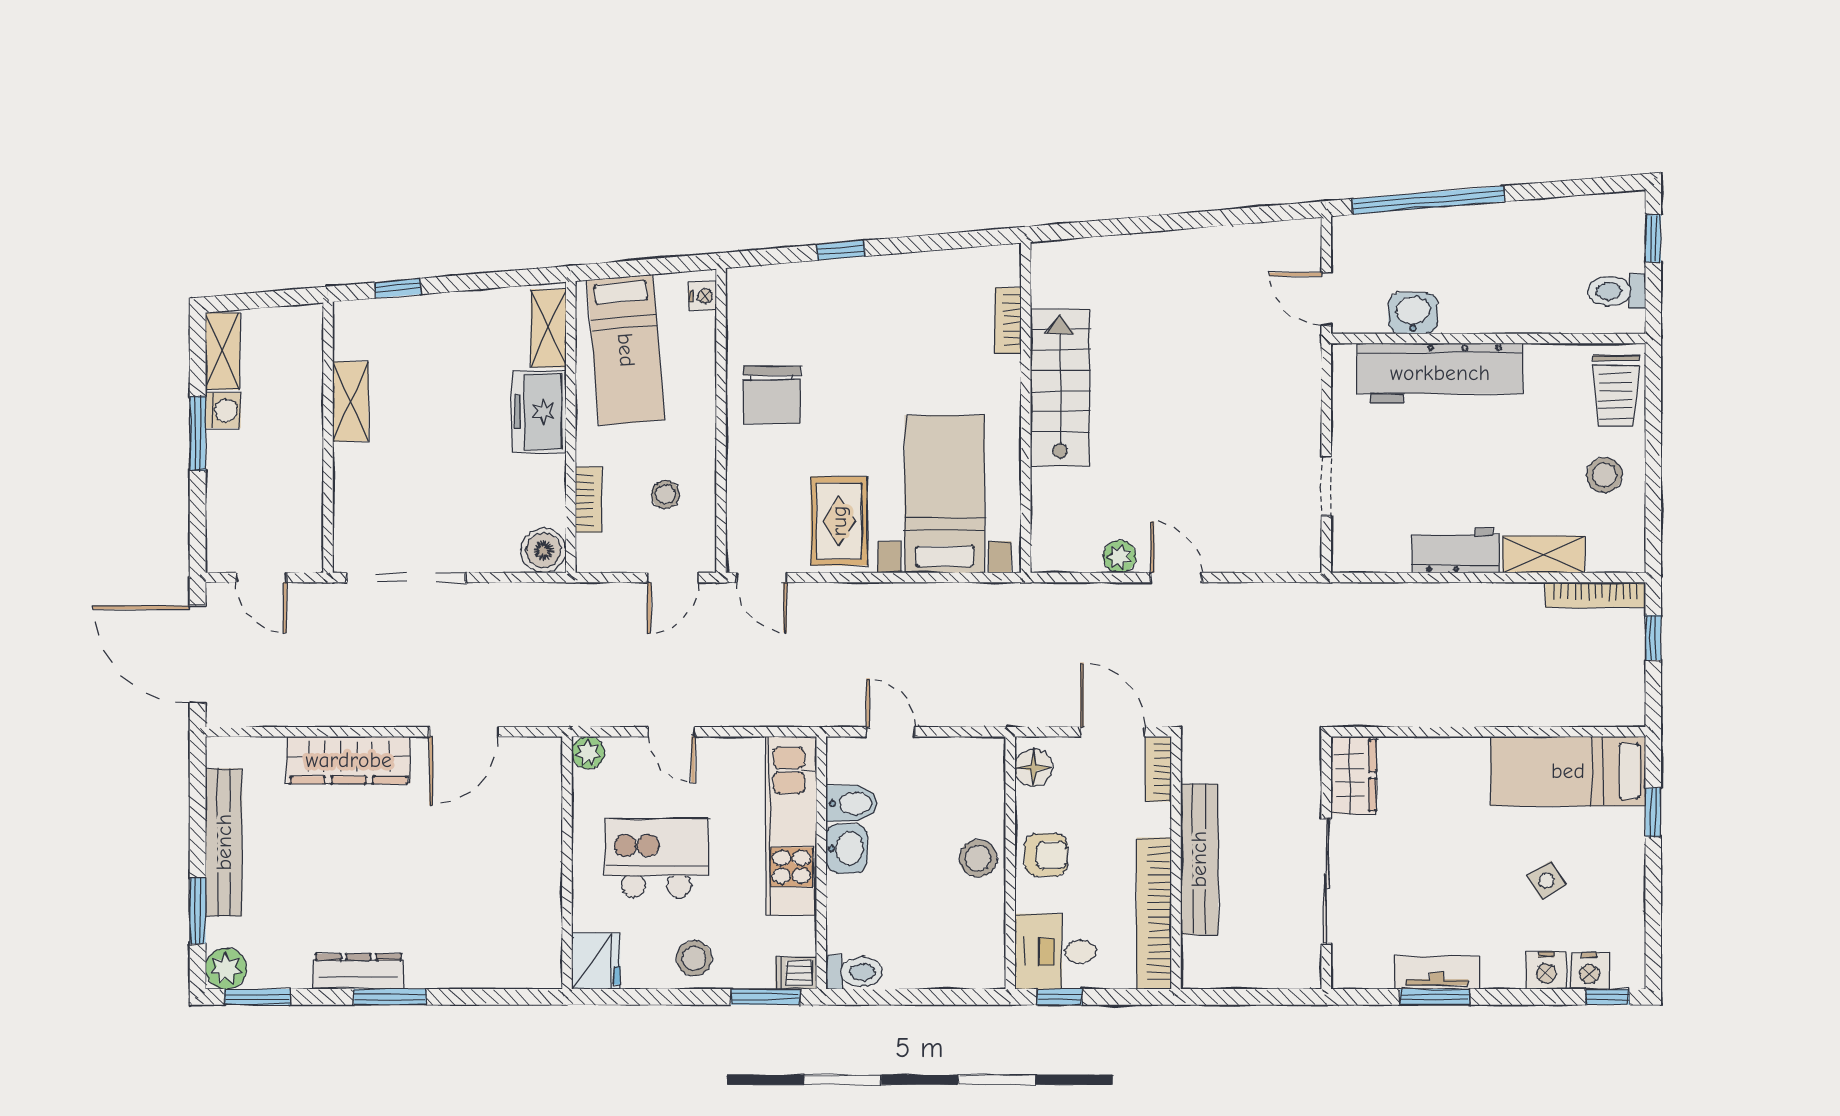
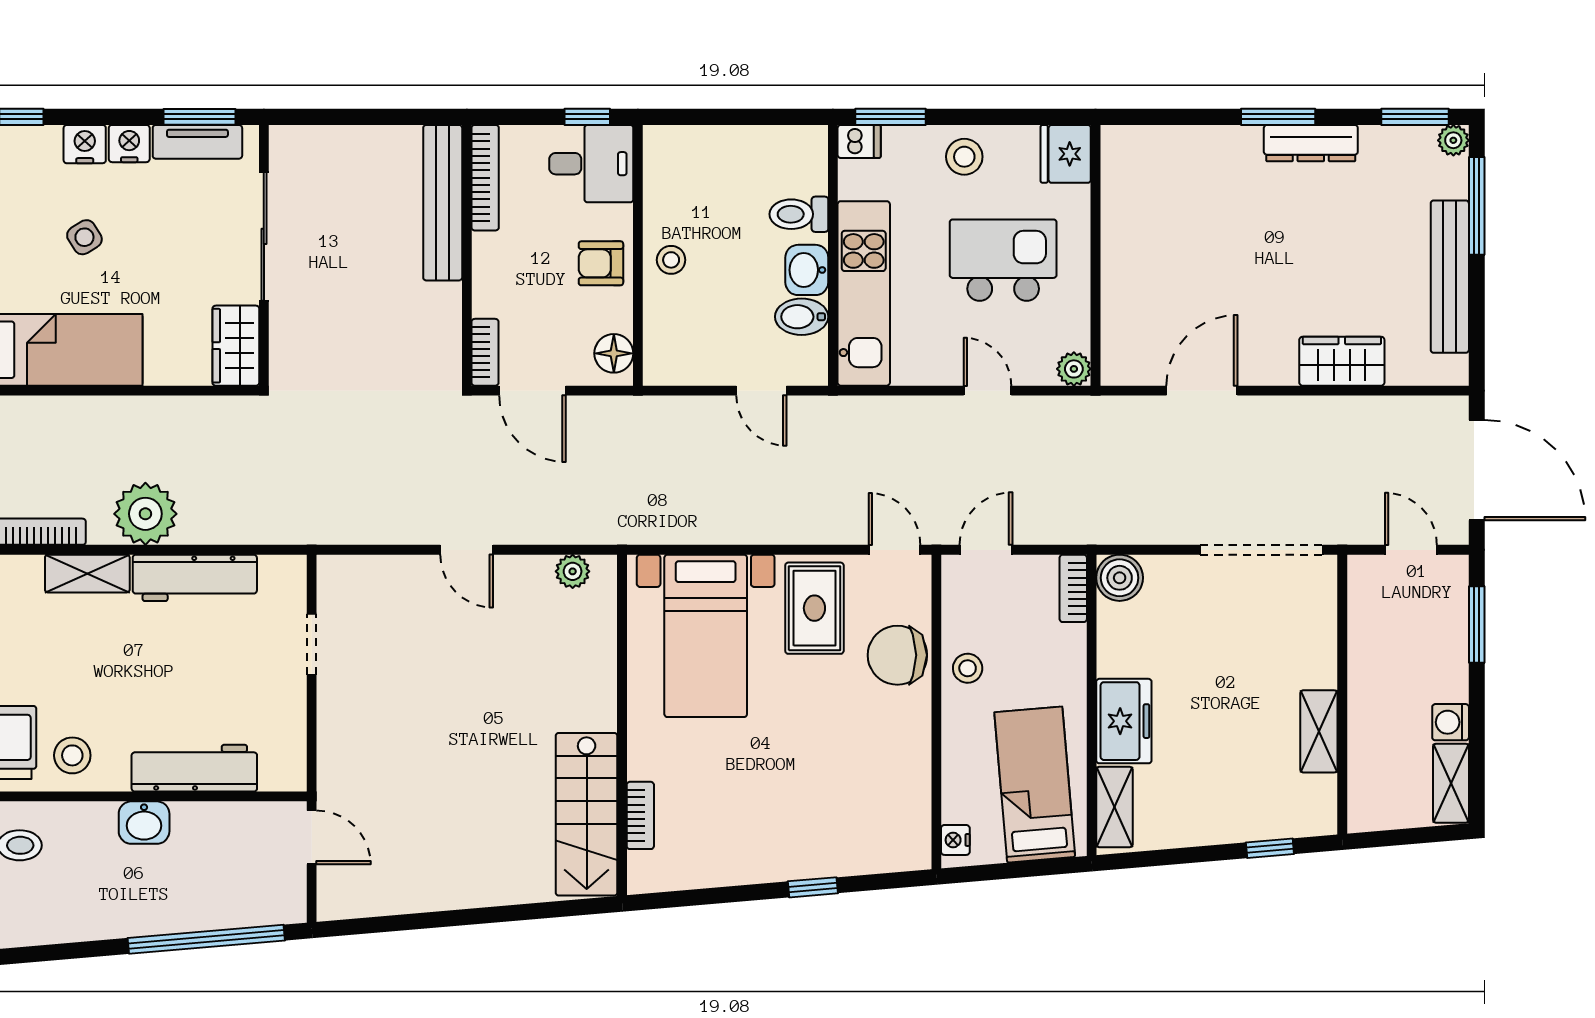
washbasin: (1413, 313) -> (144, 823), moved
workbench: (1440, 373) -> (194, 768), width x0.73, depth x0.76
stairs: (1060, 388) -> (587, 814), moved
chair: (772, 395) -> (897, 655), moved, turned -90
window: (198, 433) -> (1477, 625), moved
stool: (1605, 475) -> (72, 755), moved
stool: (665, 495) -> (968, 668), moved
bookcase: (588, 500) -> (1073, 588), moved
workbench: (1456, 550) -> (195, 578), width x1.38
plant: (1119, 557) -> (573, 571), moved
plant: (1487, 612) -> (145, 514), added
wardrobe: (349, 760) -> (1342, 361), width x0.67
wardrobe: (1354, 775) -> (236, 346), moved
kitchen island: (656, 858) -> (1003, 260), turned 180
stool: (978, 858) -> (671, 260), width x0.73, depth x0.73
bench: (1199, 859) -> (443, 203), moved
wall: (1326, 863) -> (264, 255), moved
sliding door: (1326, 881) -> (264, 236), moved
window: (198, 911) -> (1477, 206), width x1.44
bookcase: (1154, 913) -> (485, 178), width x0.68, depth x0.76
plant: (226, 969) -> (1453, 140), width x0.73, depth x0.73
nightstand: (1589, 971) -> (129, 144), moved
toilet: (854, 972) -> (799, 214), moved

